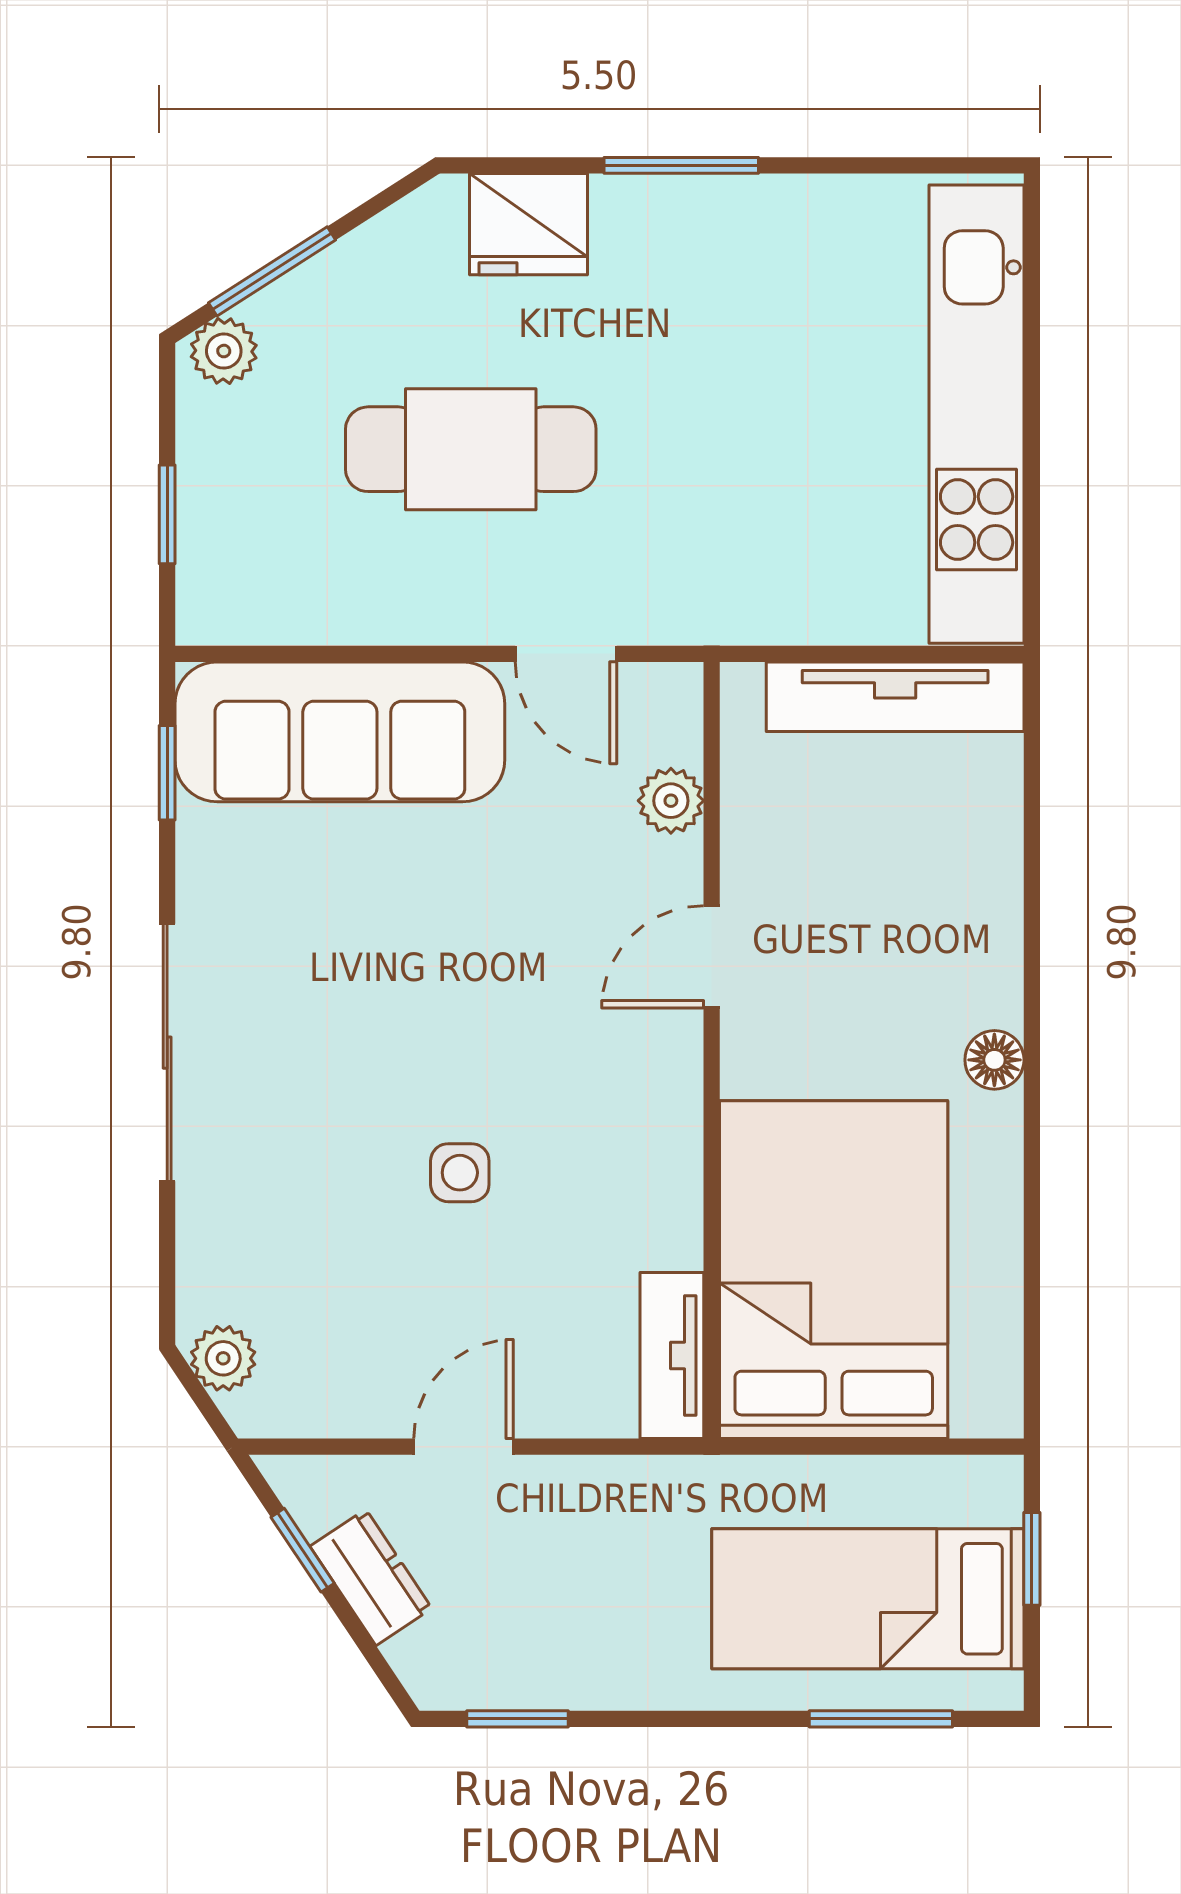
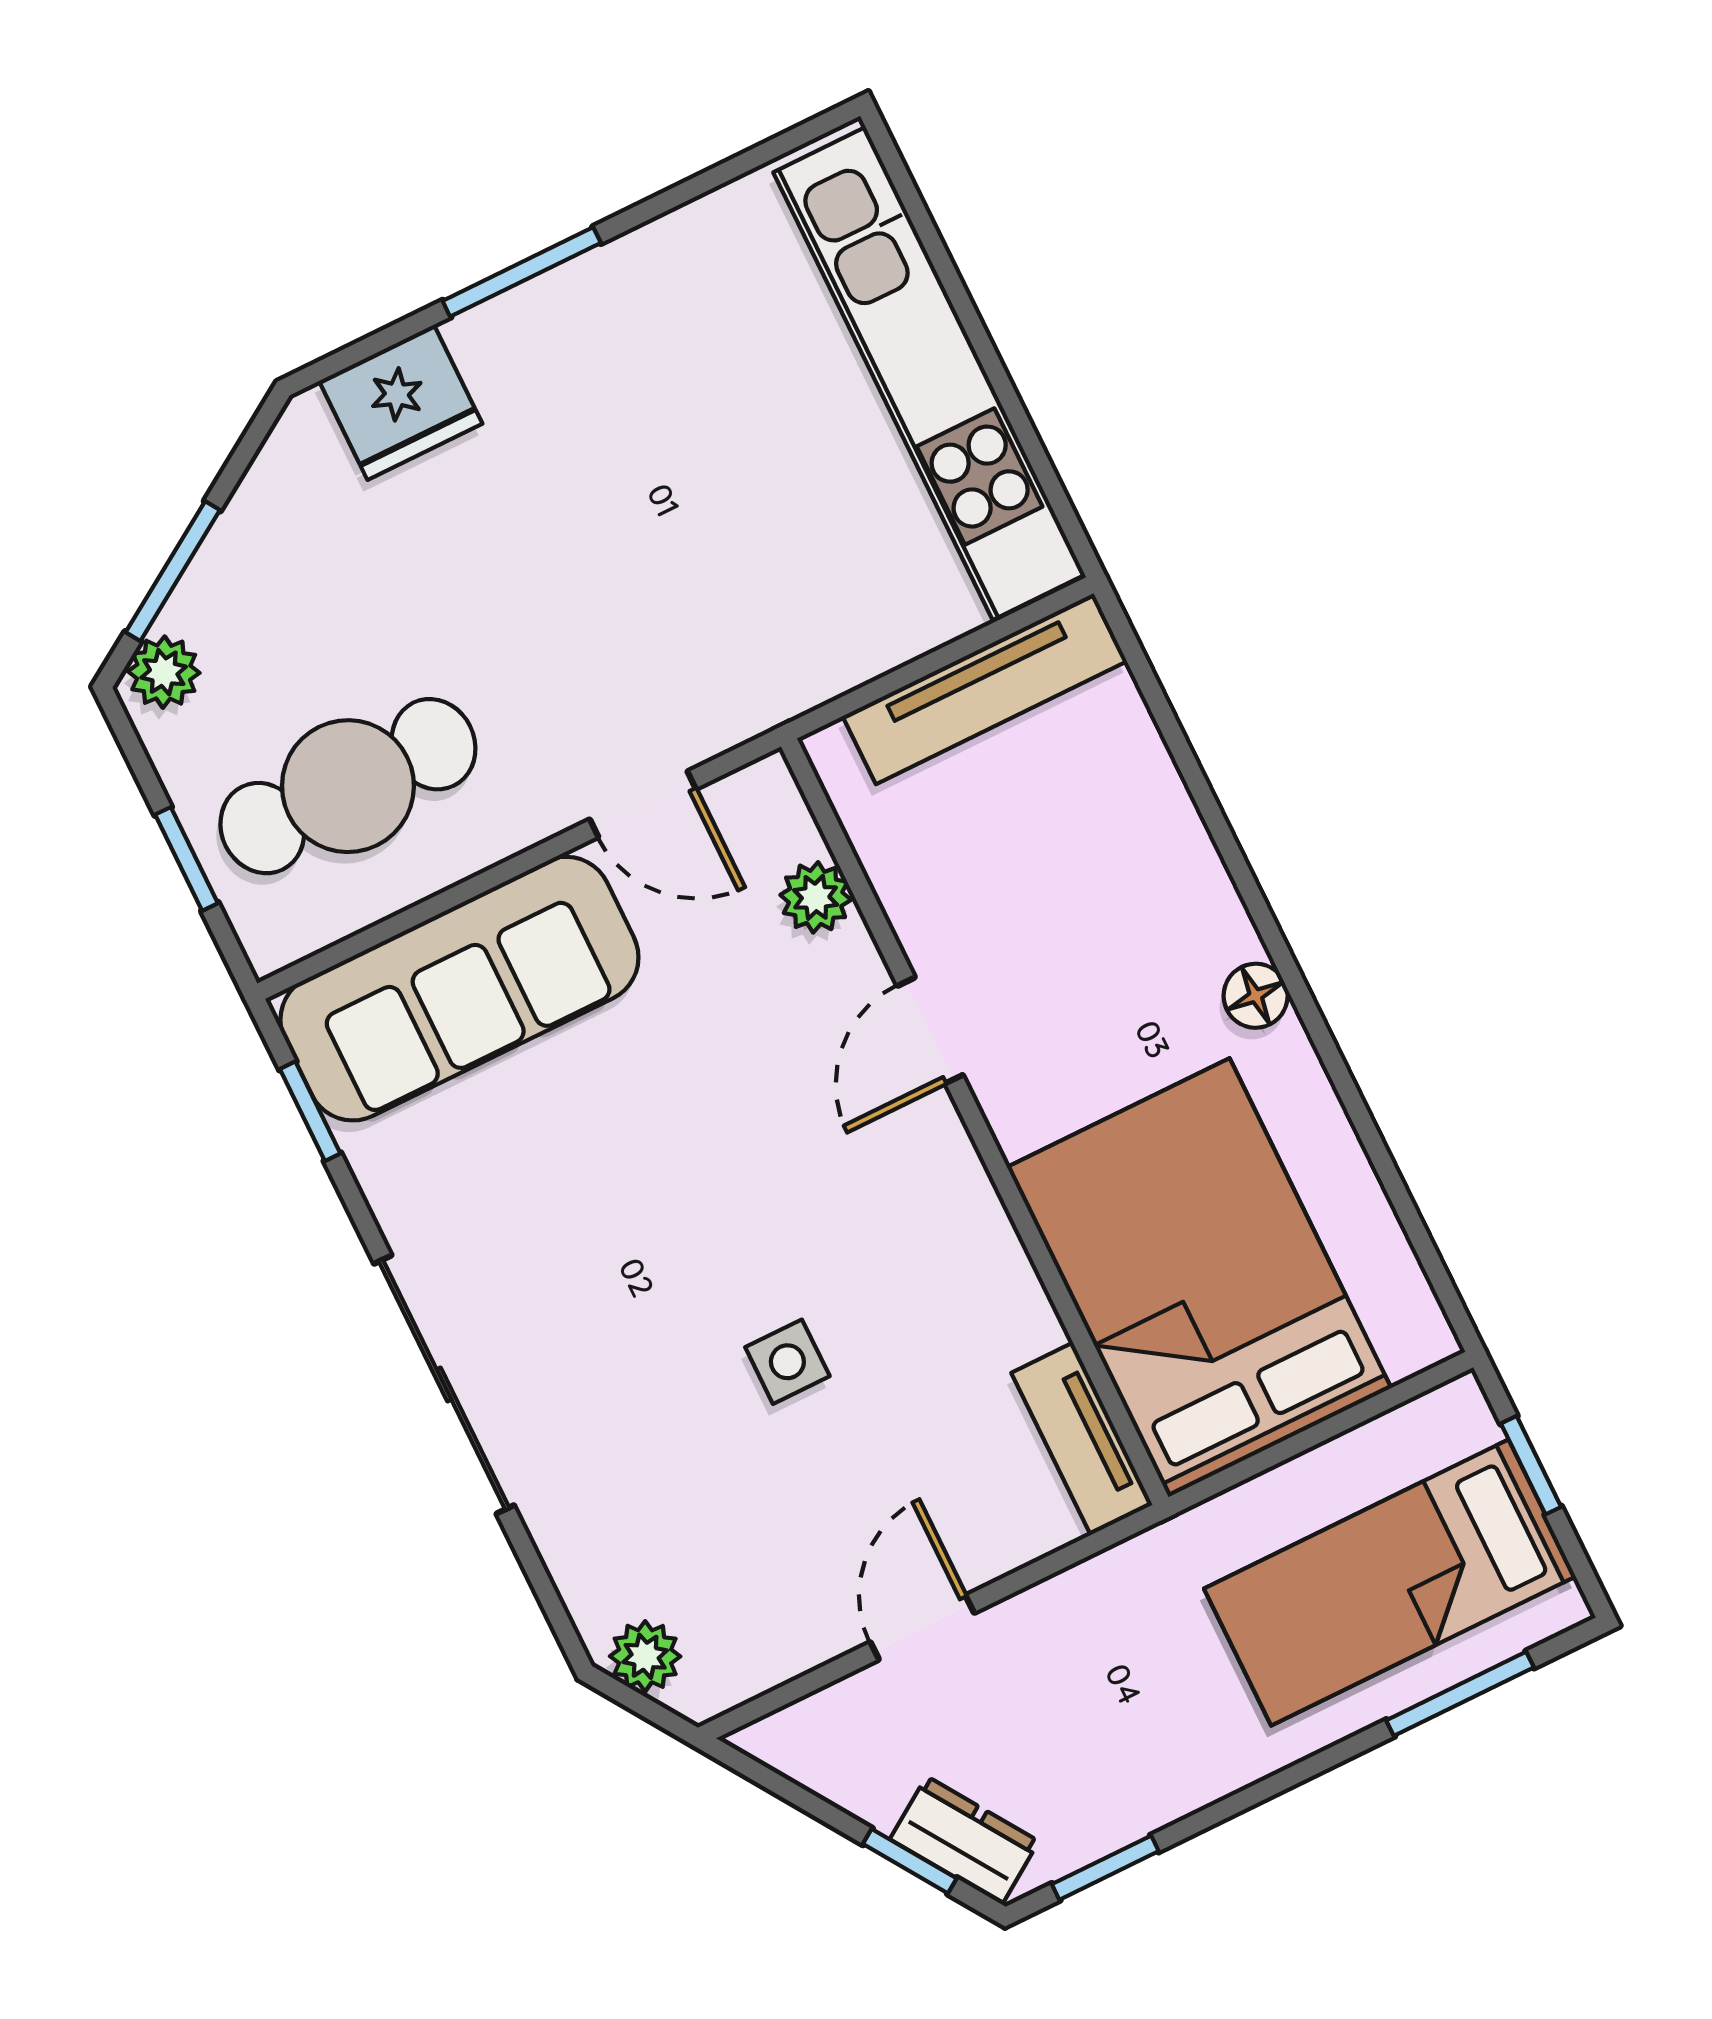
cafe table: (471, 449) -> (348, 786), moved
window: (303, 1550) -> (910, 1861), moved
dresser: (371, 1577) -> (964, 1840), moved

